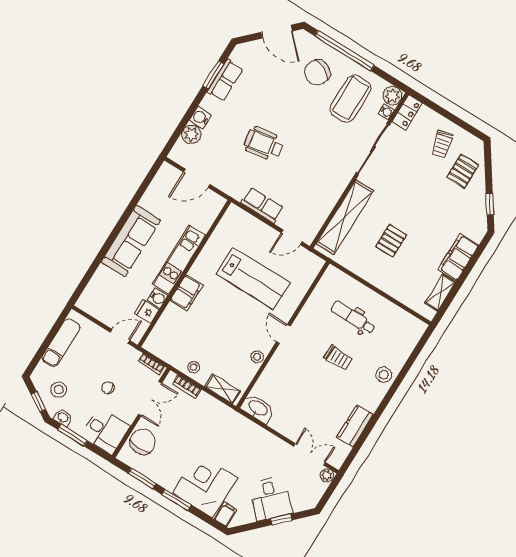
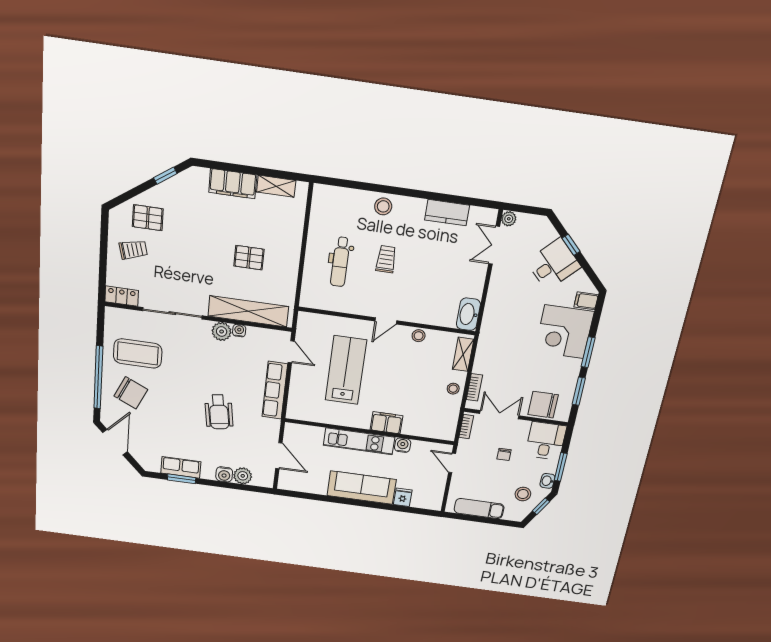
plant: (392, 96) -> (222, 332), moved
water cooler: (386, 112) -> (239, 331), moved
row of seats: (262, 205) -> (275, 390), width x1.48
fridge: (147, 311) -> (403, 497), moved, turned 180

